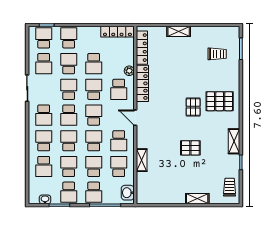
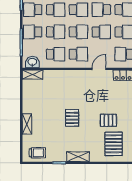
school desk: (119, 141) -> (78, 54), turned 180
shelving: (142, 160) -> (33, 75), moved

